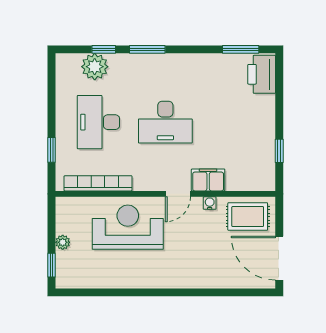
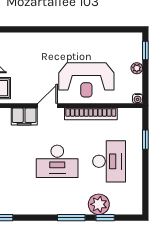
plant: (95, 67) -> (99, 204), moved
desk: (165, 122) -> (57, 161), turned 180
bookcase: (98, 183) -> (91, 114), moved
water cooler: (210, 203) -> (138, 99), moved

